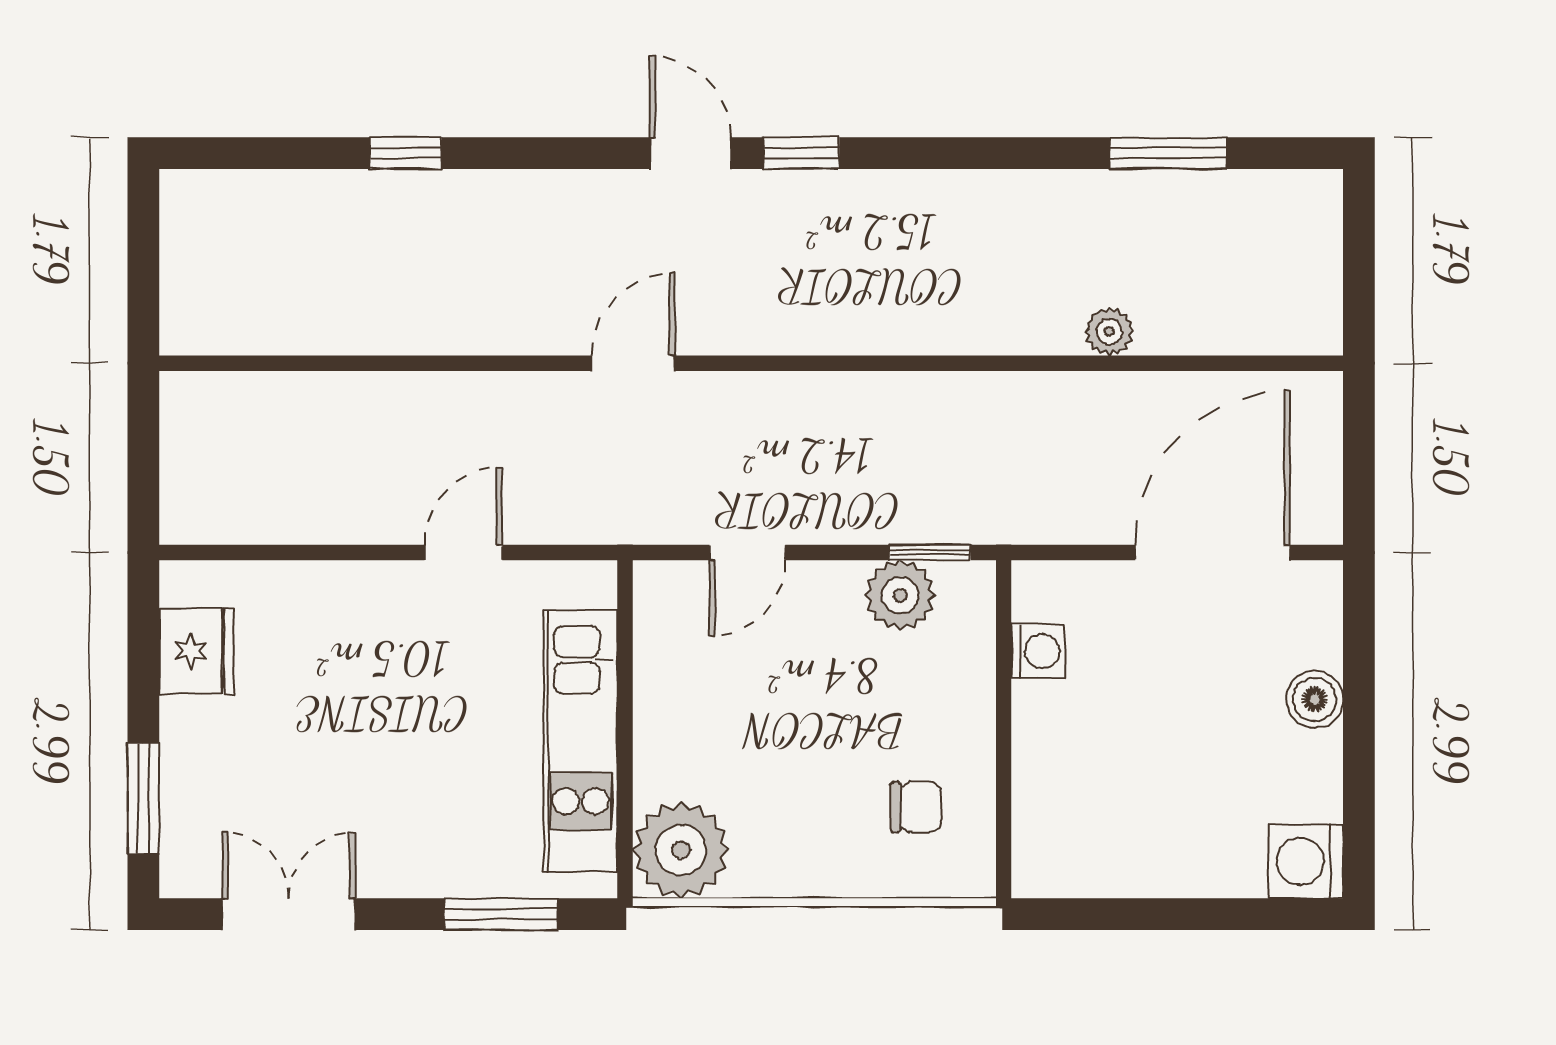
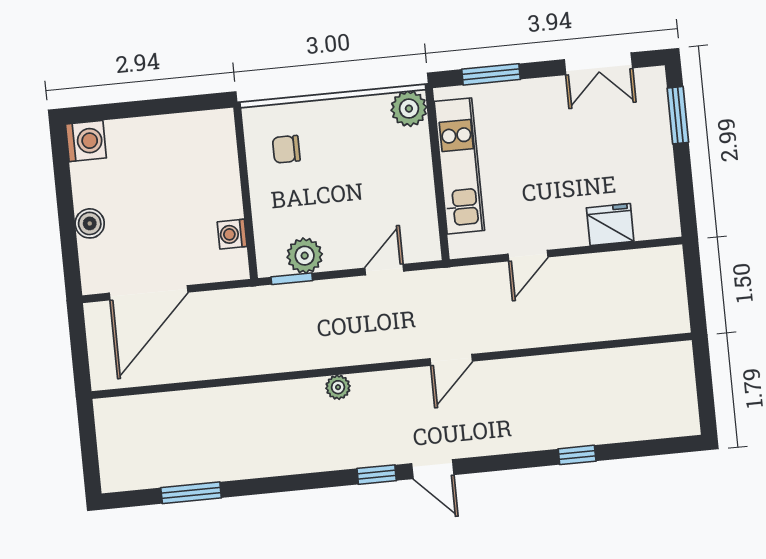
plant: (1109, 332) -> (338, 387), moved
fridge: (197, 651) -> (610, 225), moved, turned 90
plant: (681, 850) -> (409, 109), width x0.73, depth x0.73

